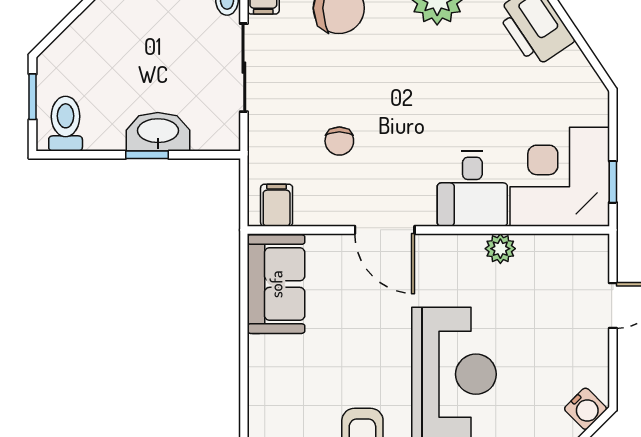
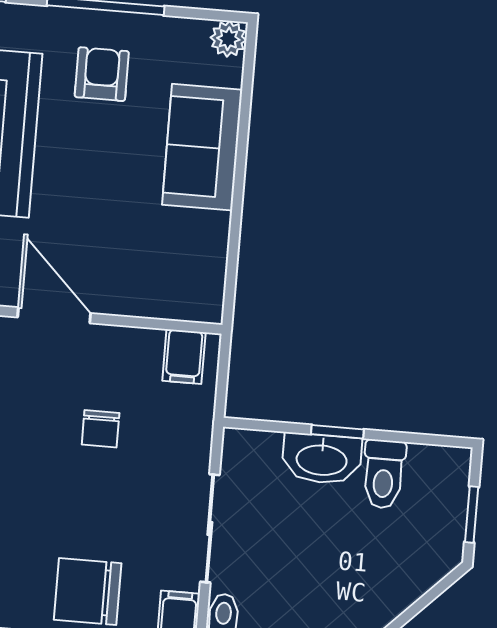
toilet: (66, 124) -> (384, 474), moved
chair: (339, 141) -> (101, 429), turned 180
sofa: (276, 284) -> (202, 147), moved

